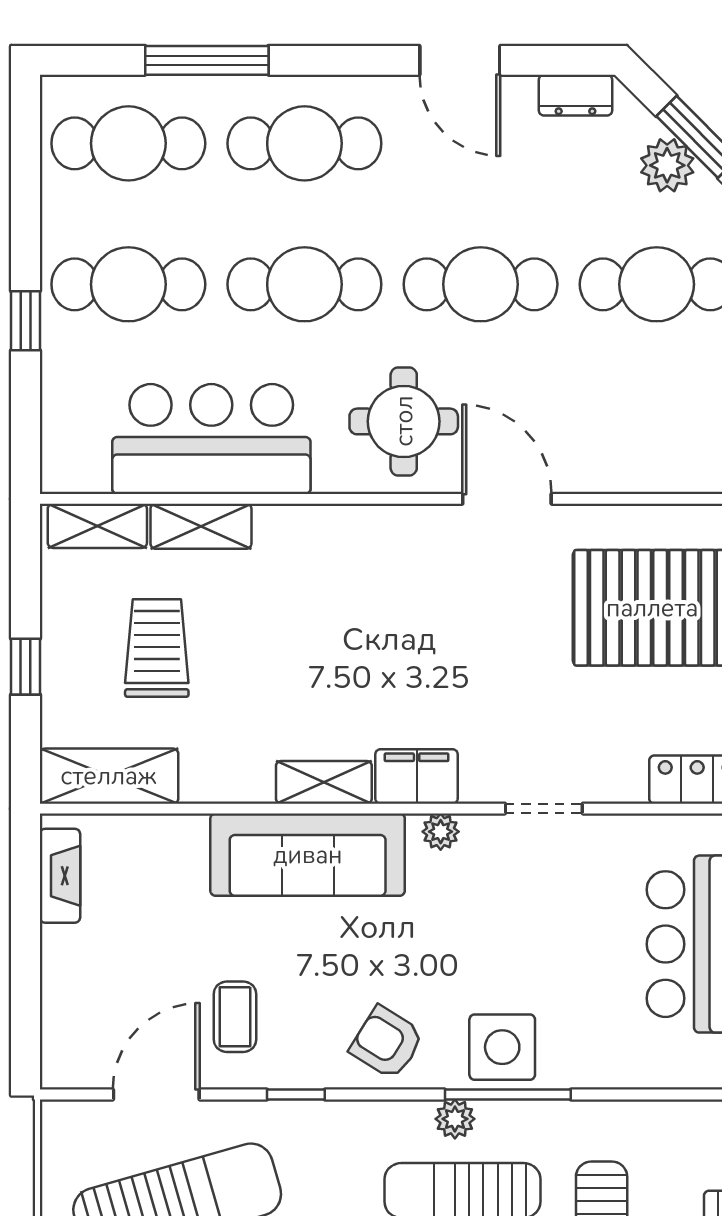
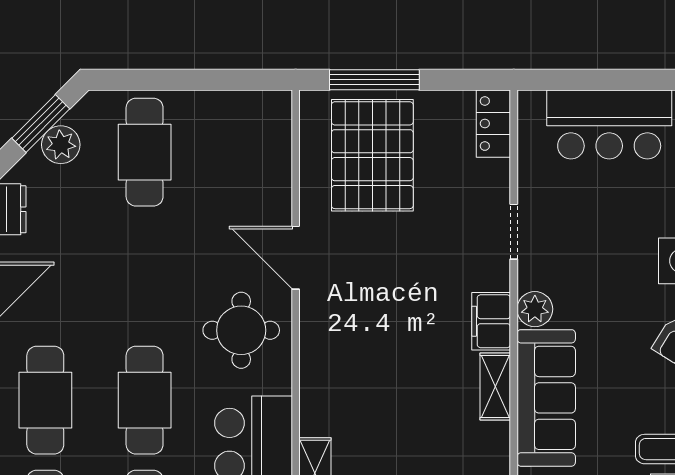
cafe table: (481, 284) -> (145, 276), removed
door: (507, 499) -> (296, 258), hinge flipped
plant: (441, 832) -> (535, 309), width x1.38, depth x1.38

